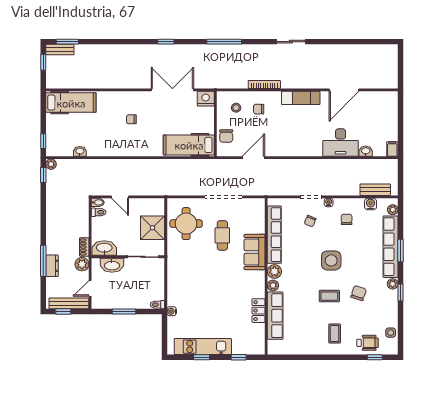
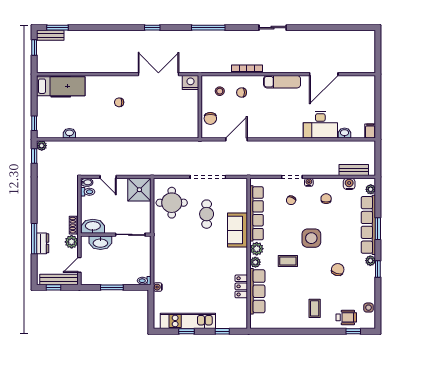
hospital bed: (189, 145) -> (174, 127), removed
shower: (152, 228) -> (139, 190), moved
coffee table: (329, 296) -> (288, 261), moved

